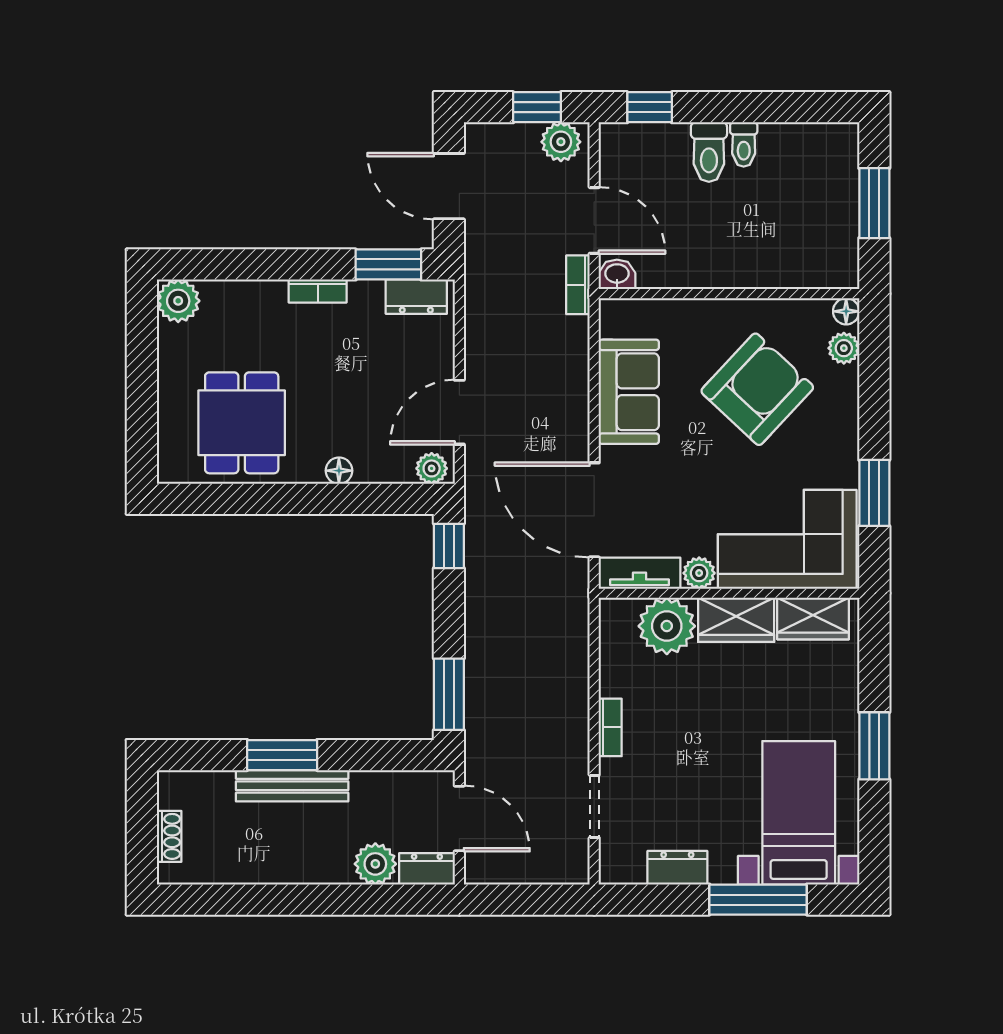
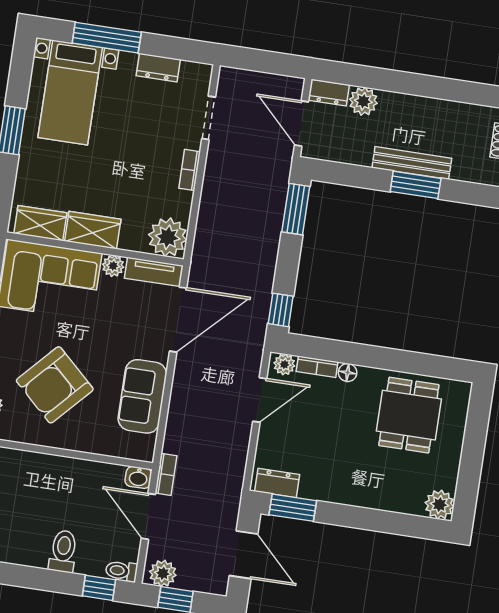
toilet: (744, 144) -> (121, 571), moved, turned -90
bookcase: (318, 291) -> (317, 367), moved, turned 180
door: (594, 510) -> (178, 320), hinge flipped
plant: (667, 626) -> (168, 237), moved

